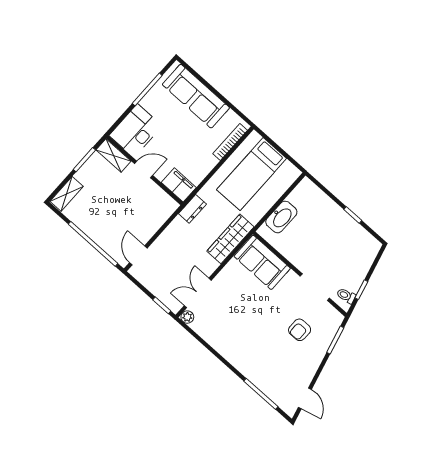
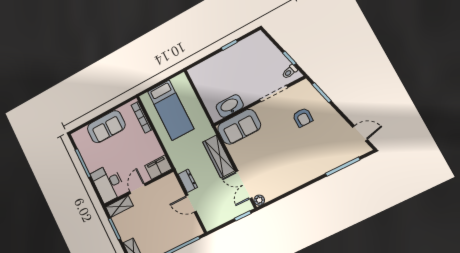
sofa: (196, 96) -> (106, 127), width x0.73
dresser: (192, 209) -> (188, 181), moved
washbasin: (281, 217) -> (230, 106), moved, turned -90
wardrobe: (230, 239) -> (219, 156), moved
door: (138, 255) -> (191, 204), moved

